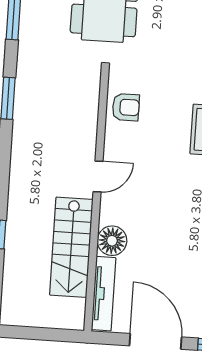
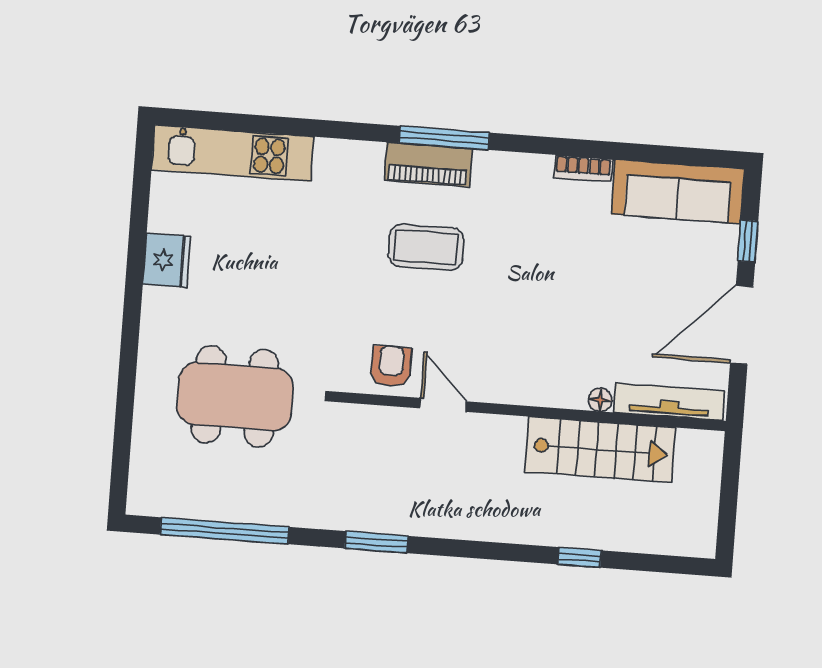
door: (98, 176) -> (443, 405), moved
floor lamp: (112, 241) -> (600, 400), width x0.53, depth x0.53

